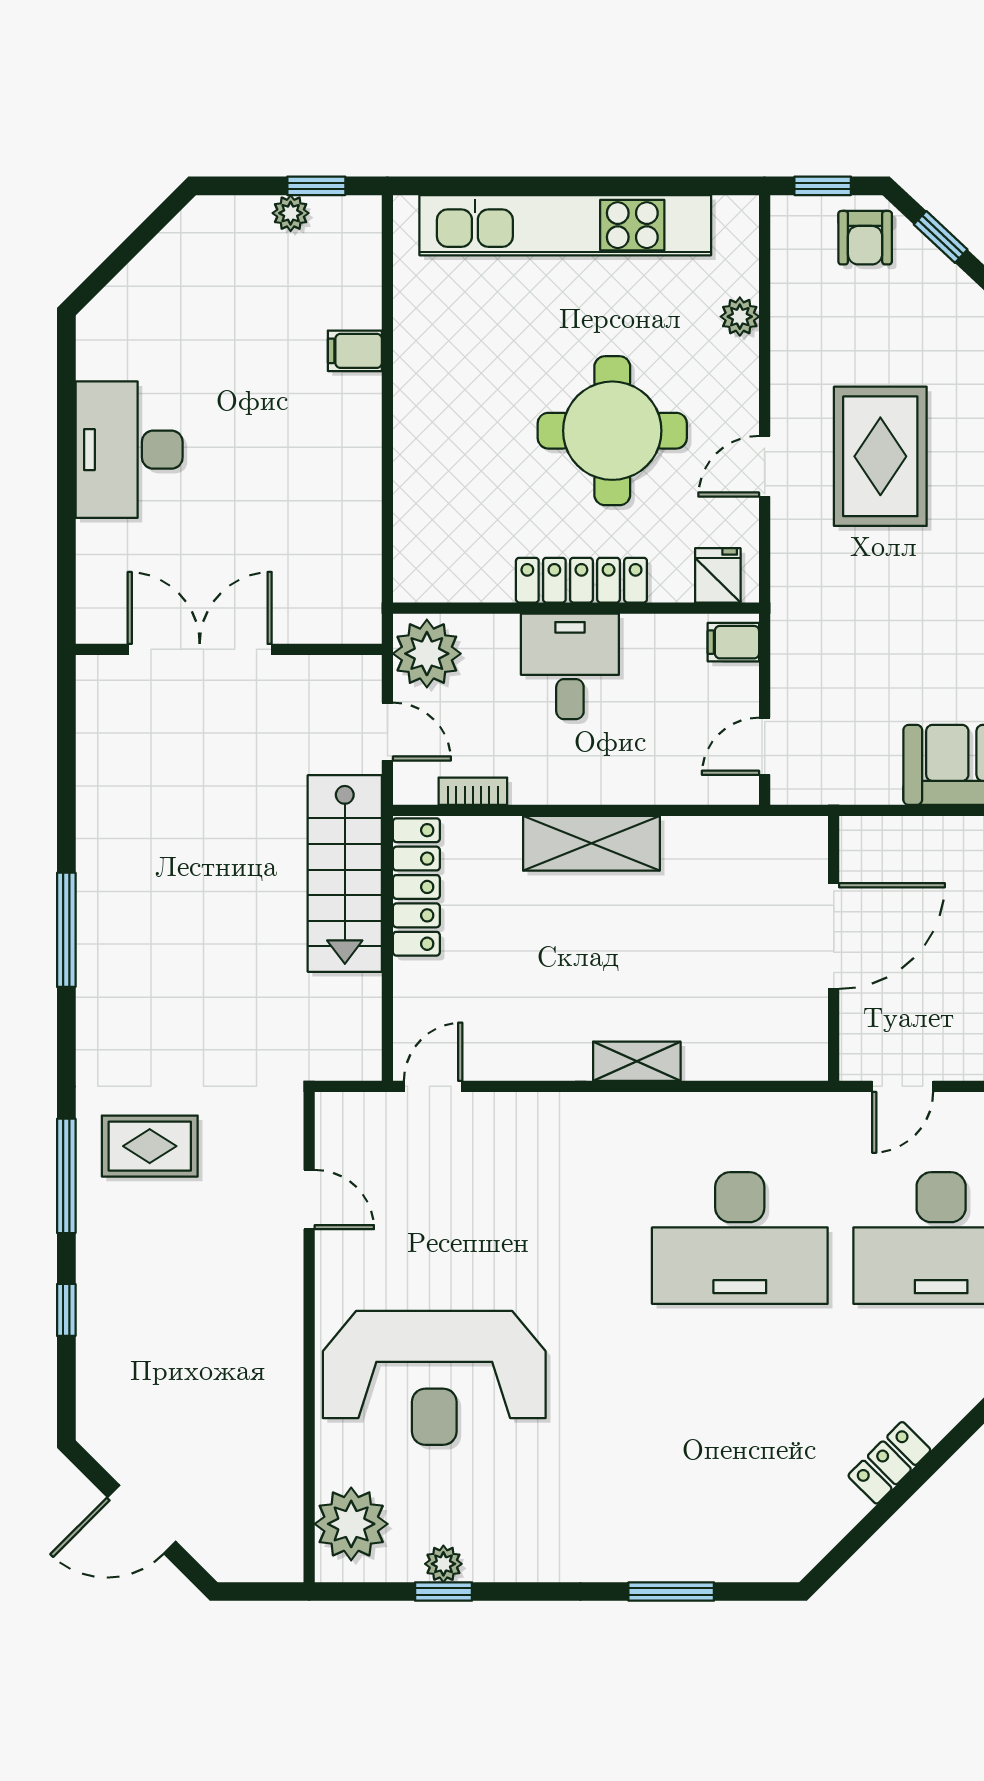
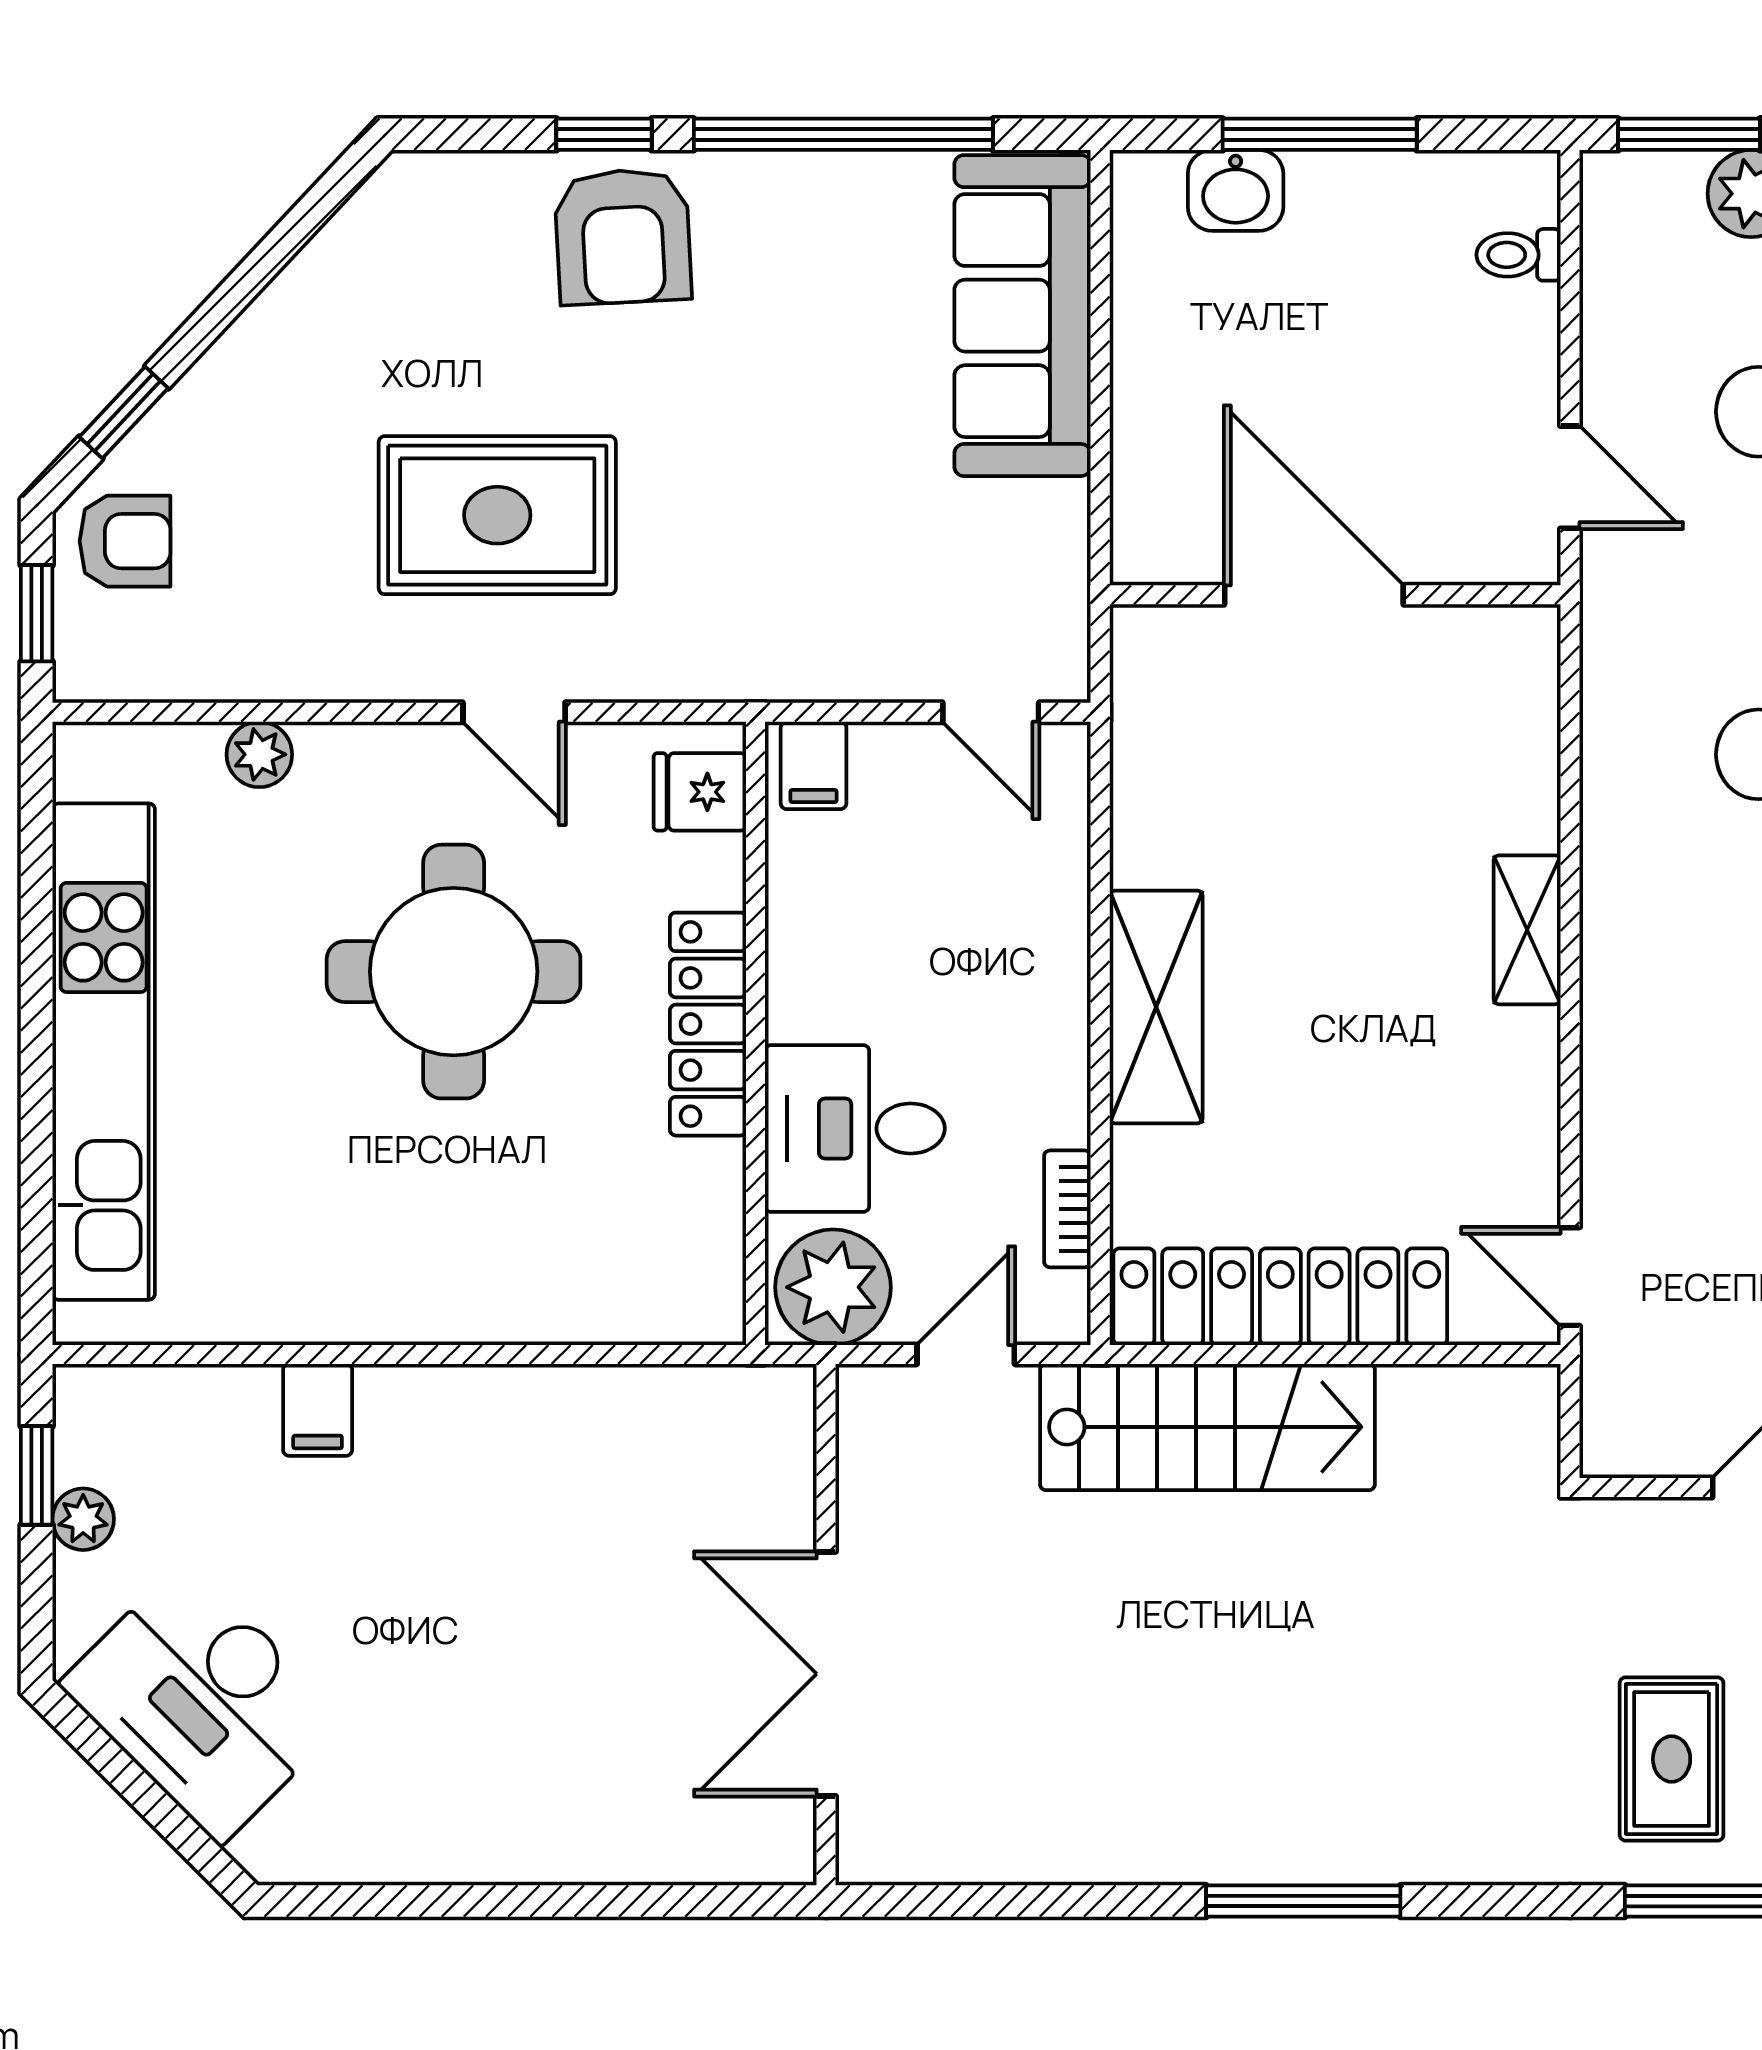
desk: (129, 450) -> (203, 1702), moved, turned 45
desk: (570, 666) -> (855, 1128), moved
locker: (416, 887) -> (1280, 1297), width x1.41, depth x1.21

